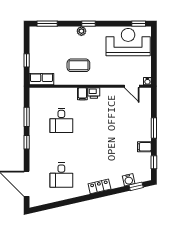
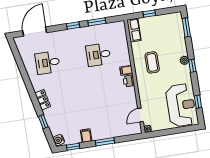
window: (139, 24) -> (198, 102), moved
water cooler: (129, 180) -> (59, 140), moved
window: (136, 186) -> (43, 122), moved

